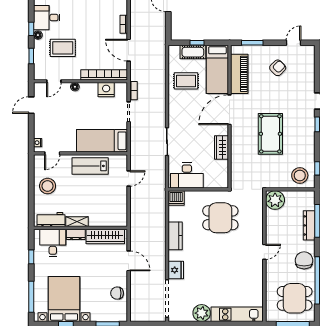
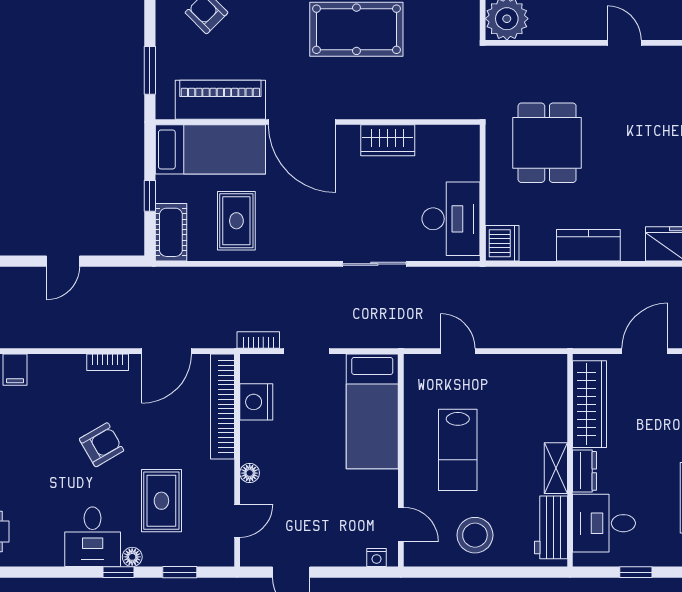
armchair: (87, 22) -> (102, 445), added
cot: (193, 52) -> (171, 232), moved
door: (54, 81) -> (237, 521), hinge flipped
lab bench: (90, 166) -> (458, 450), moved

